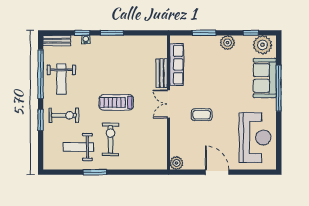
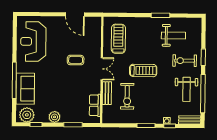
row of seats: (177, 65) -> (95, 105), width x0.68
weight bench: (61, 79) -> (186, 89), turned 180
exercise bike: (110, 139) -> (127, 96), moved
treadmill: (148, 142) -> (118, 39), added
plant: (176, 163) -> (96, 22), removed
door: (217, 172) -> (75, 14), moved

